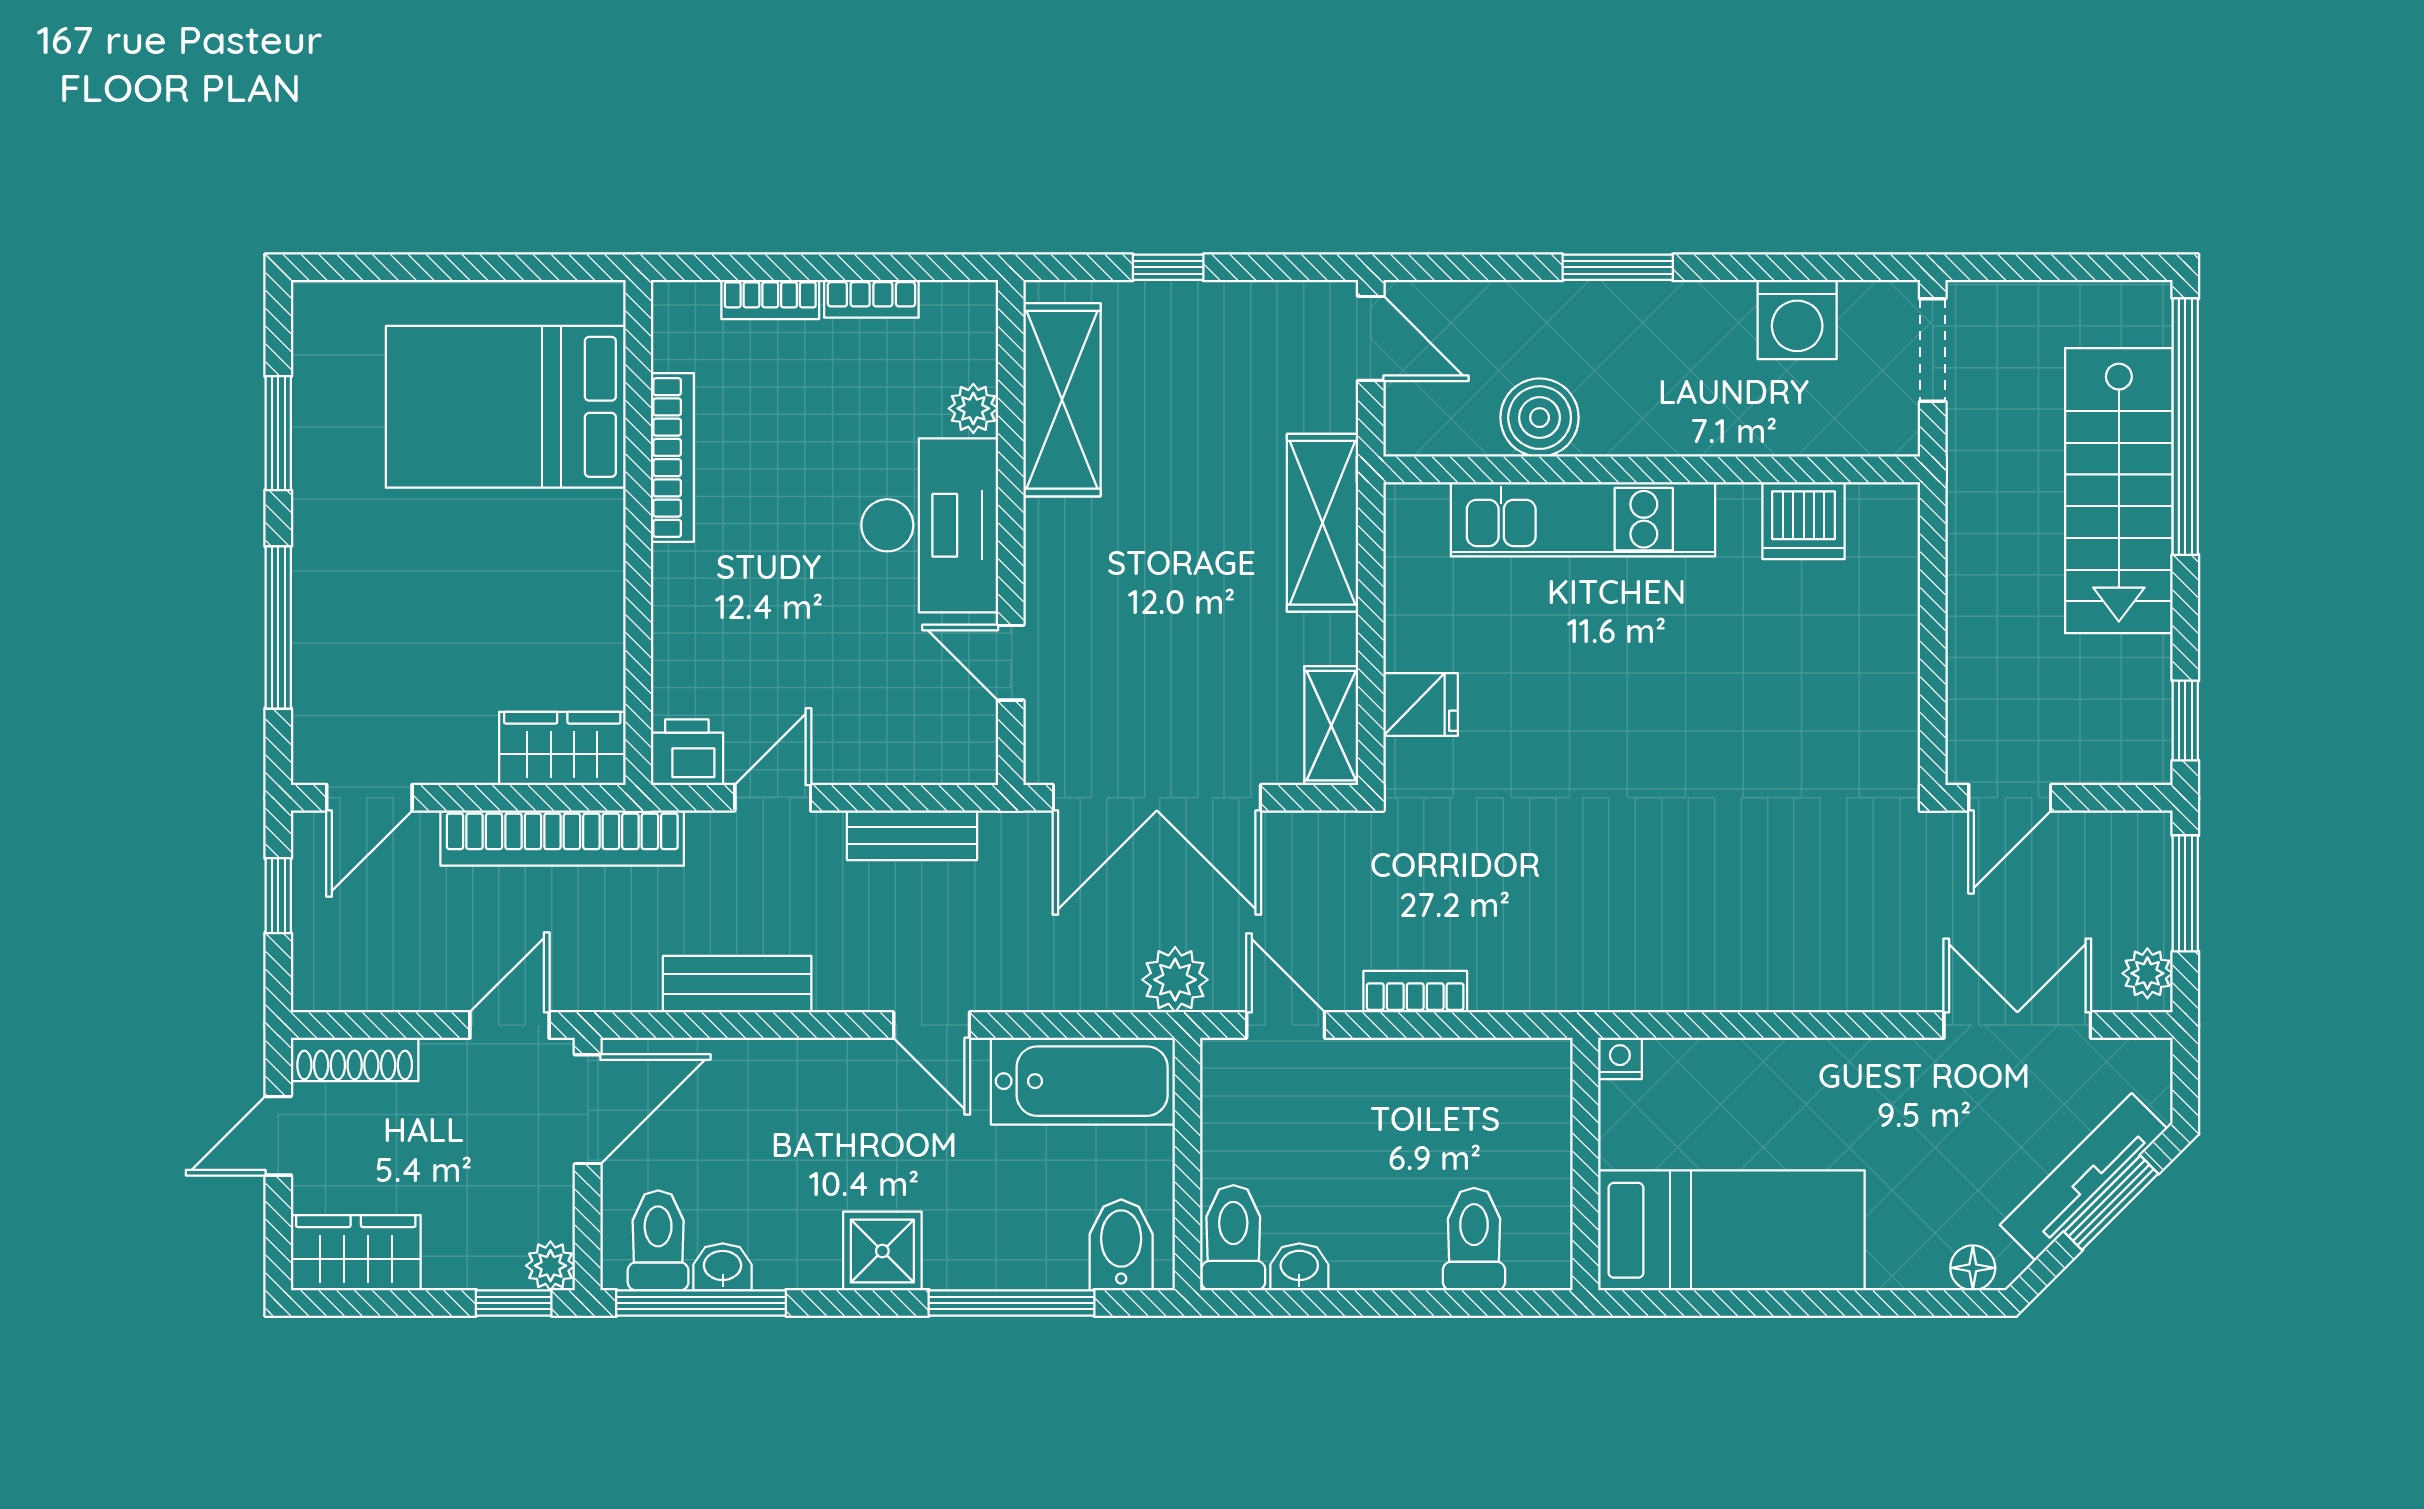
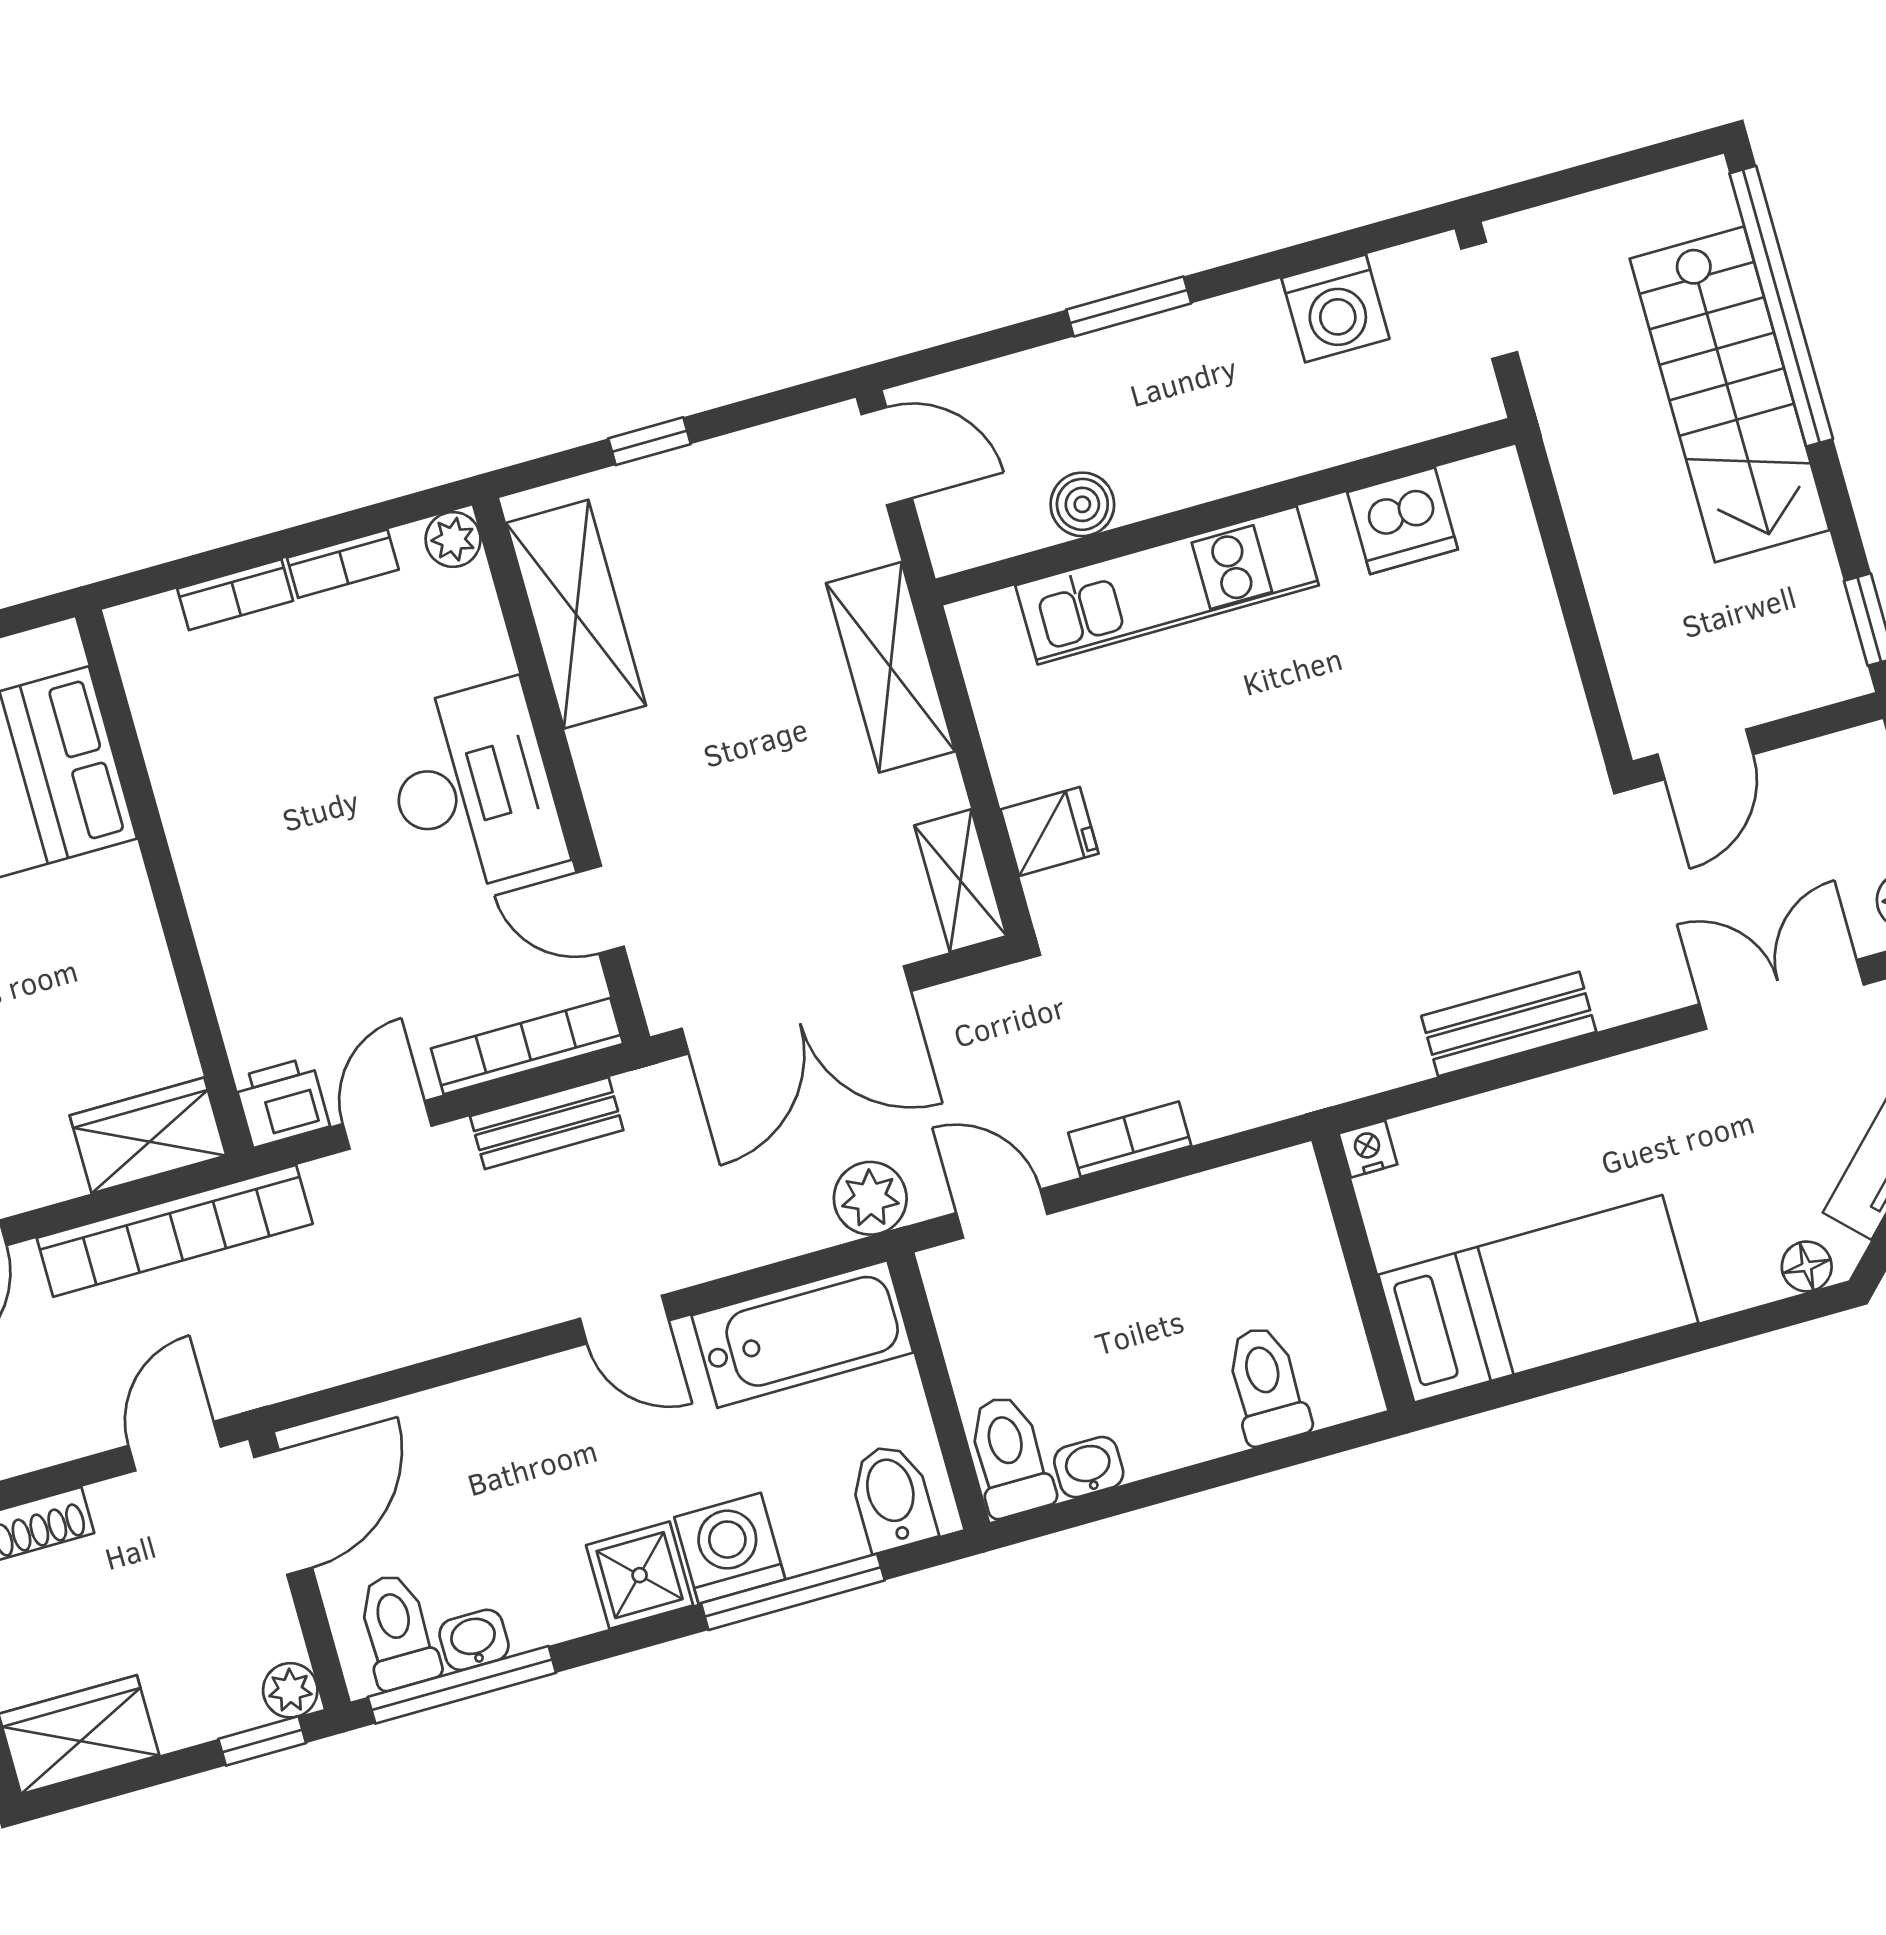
plant: (973, 408) -> (453, 539), moved
boiler: (1540, 418) -> (1082, 504), width x0.73, depth x0.73
bookcase: (672, 458) -> (527, 1046), moved, turned -90
bench: (737, 984) -> (1509, 1024), moved
washing machine: (967, 1250) -> (730, 1548), added

